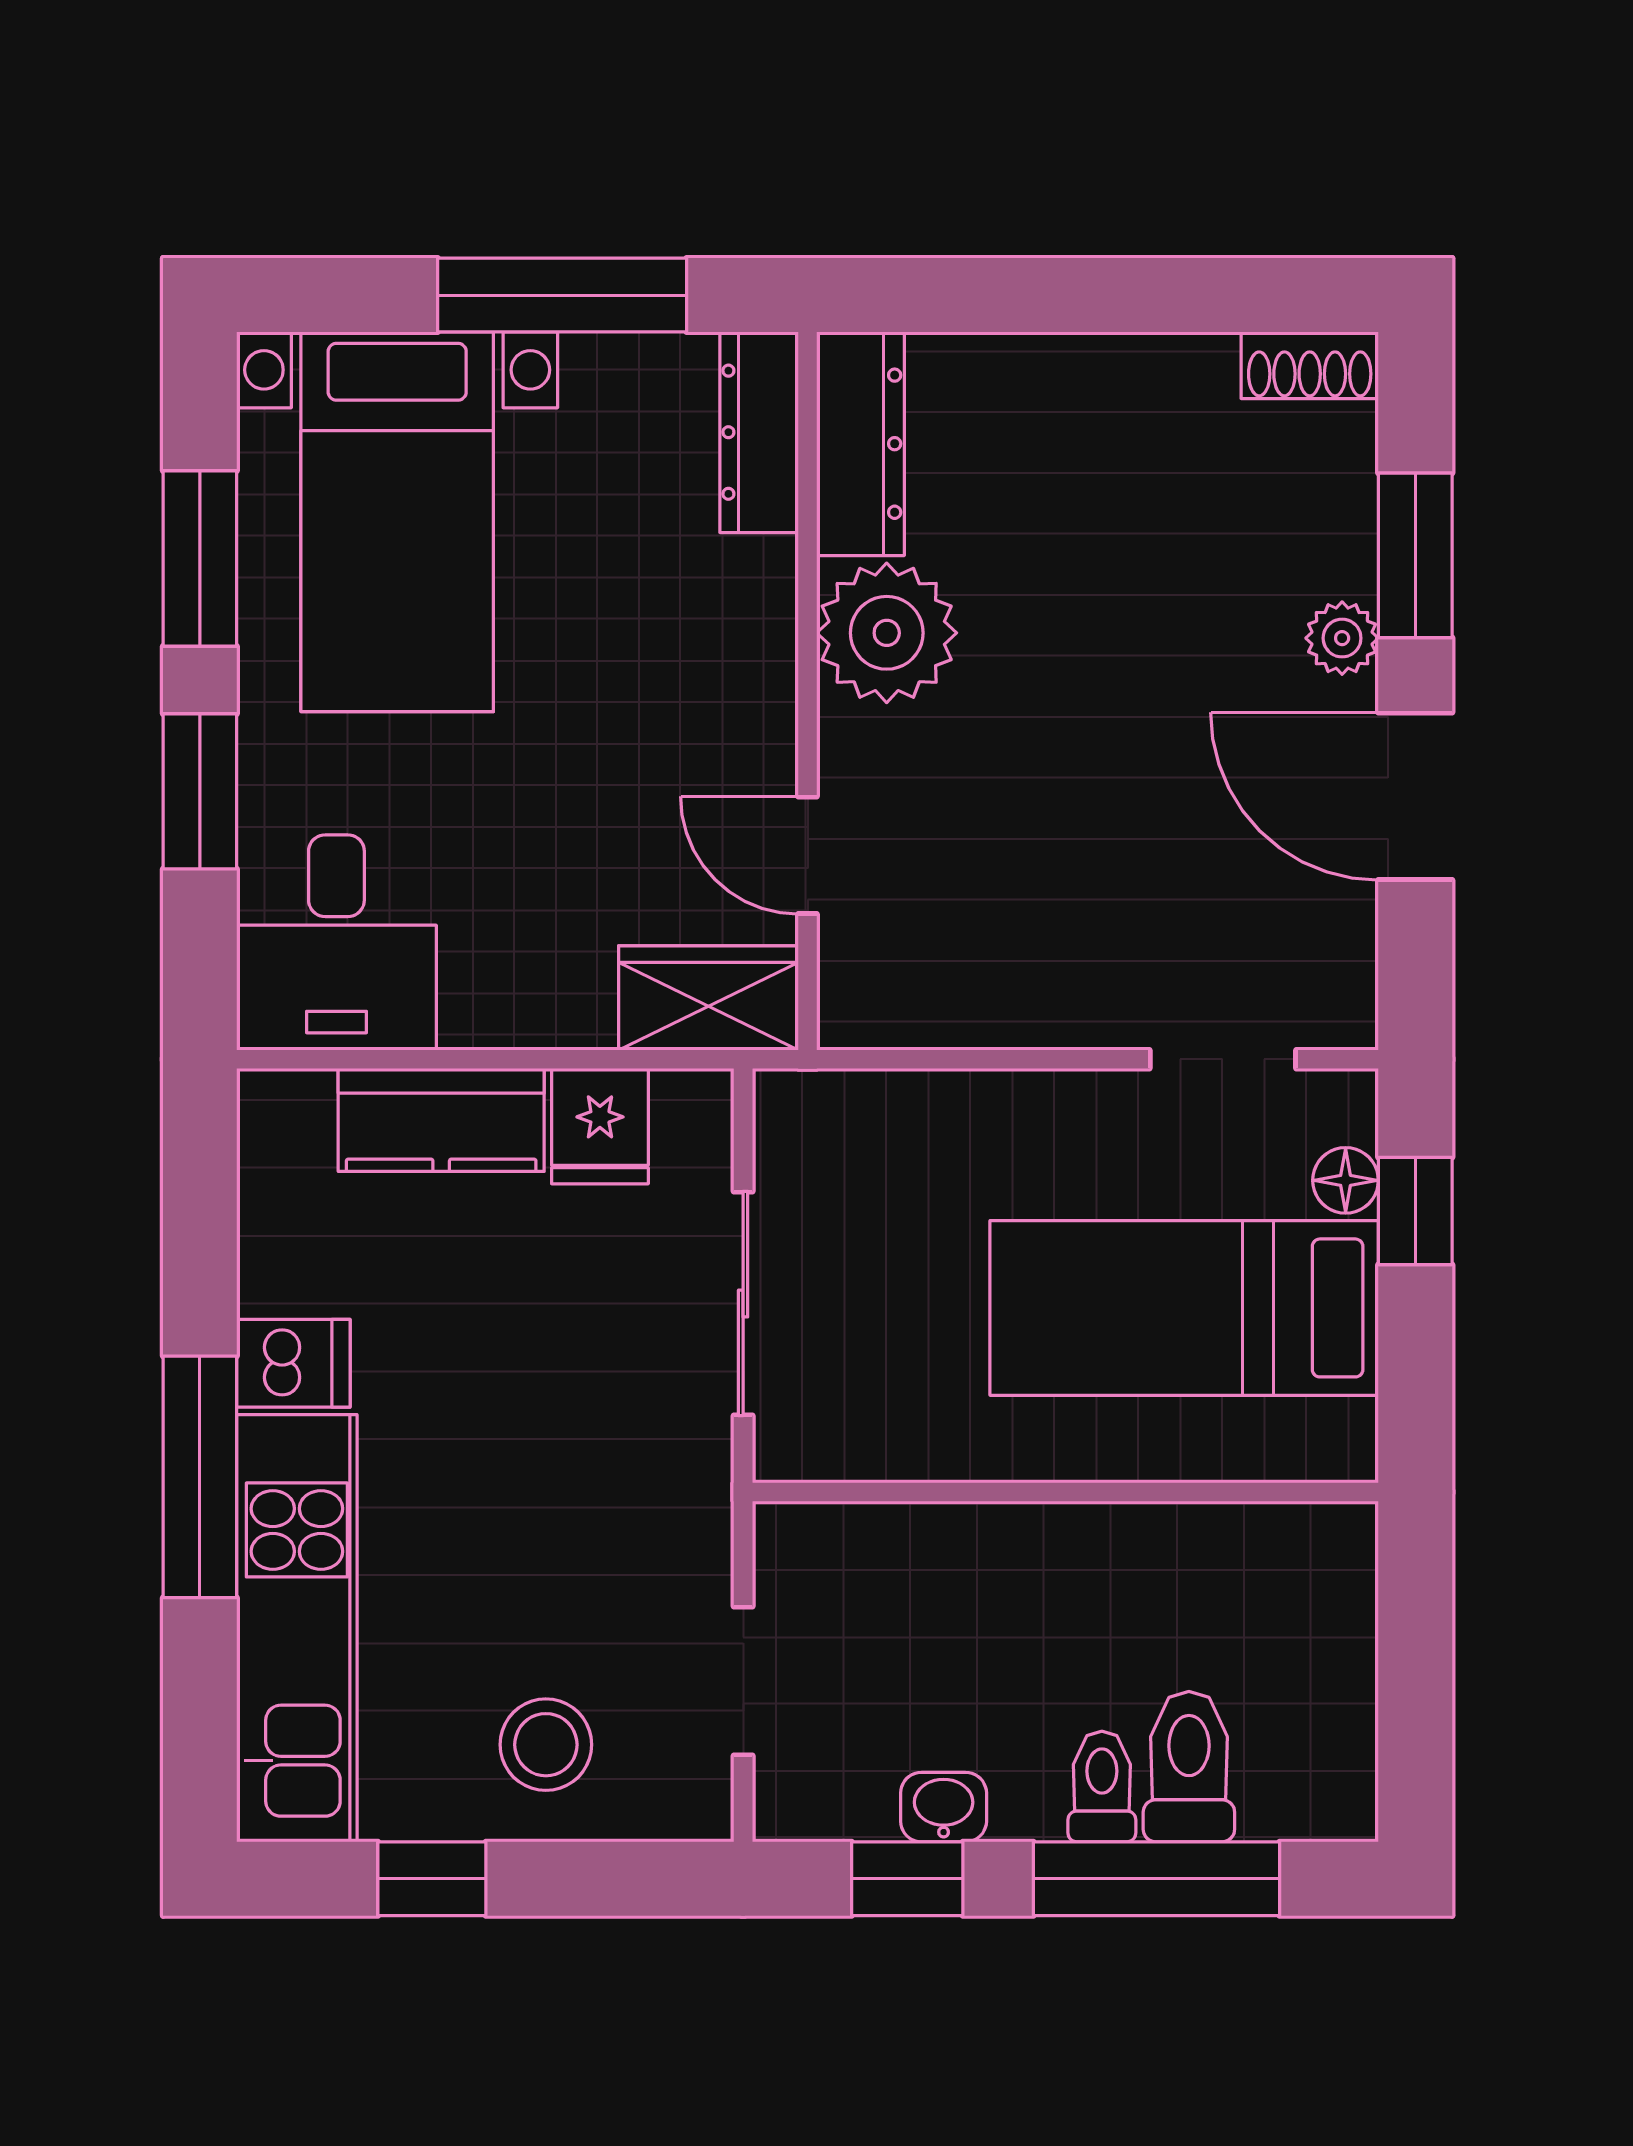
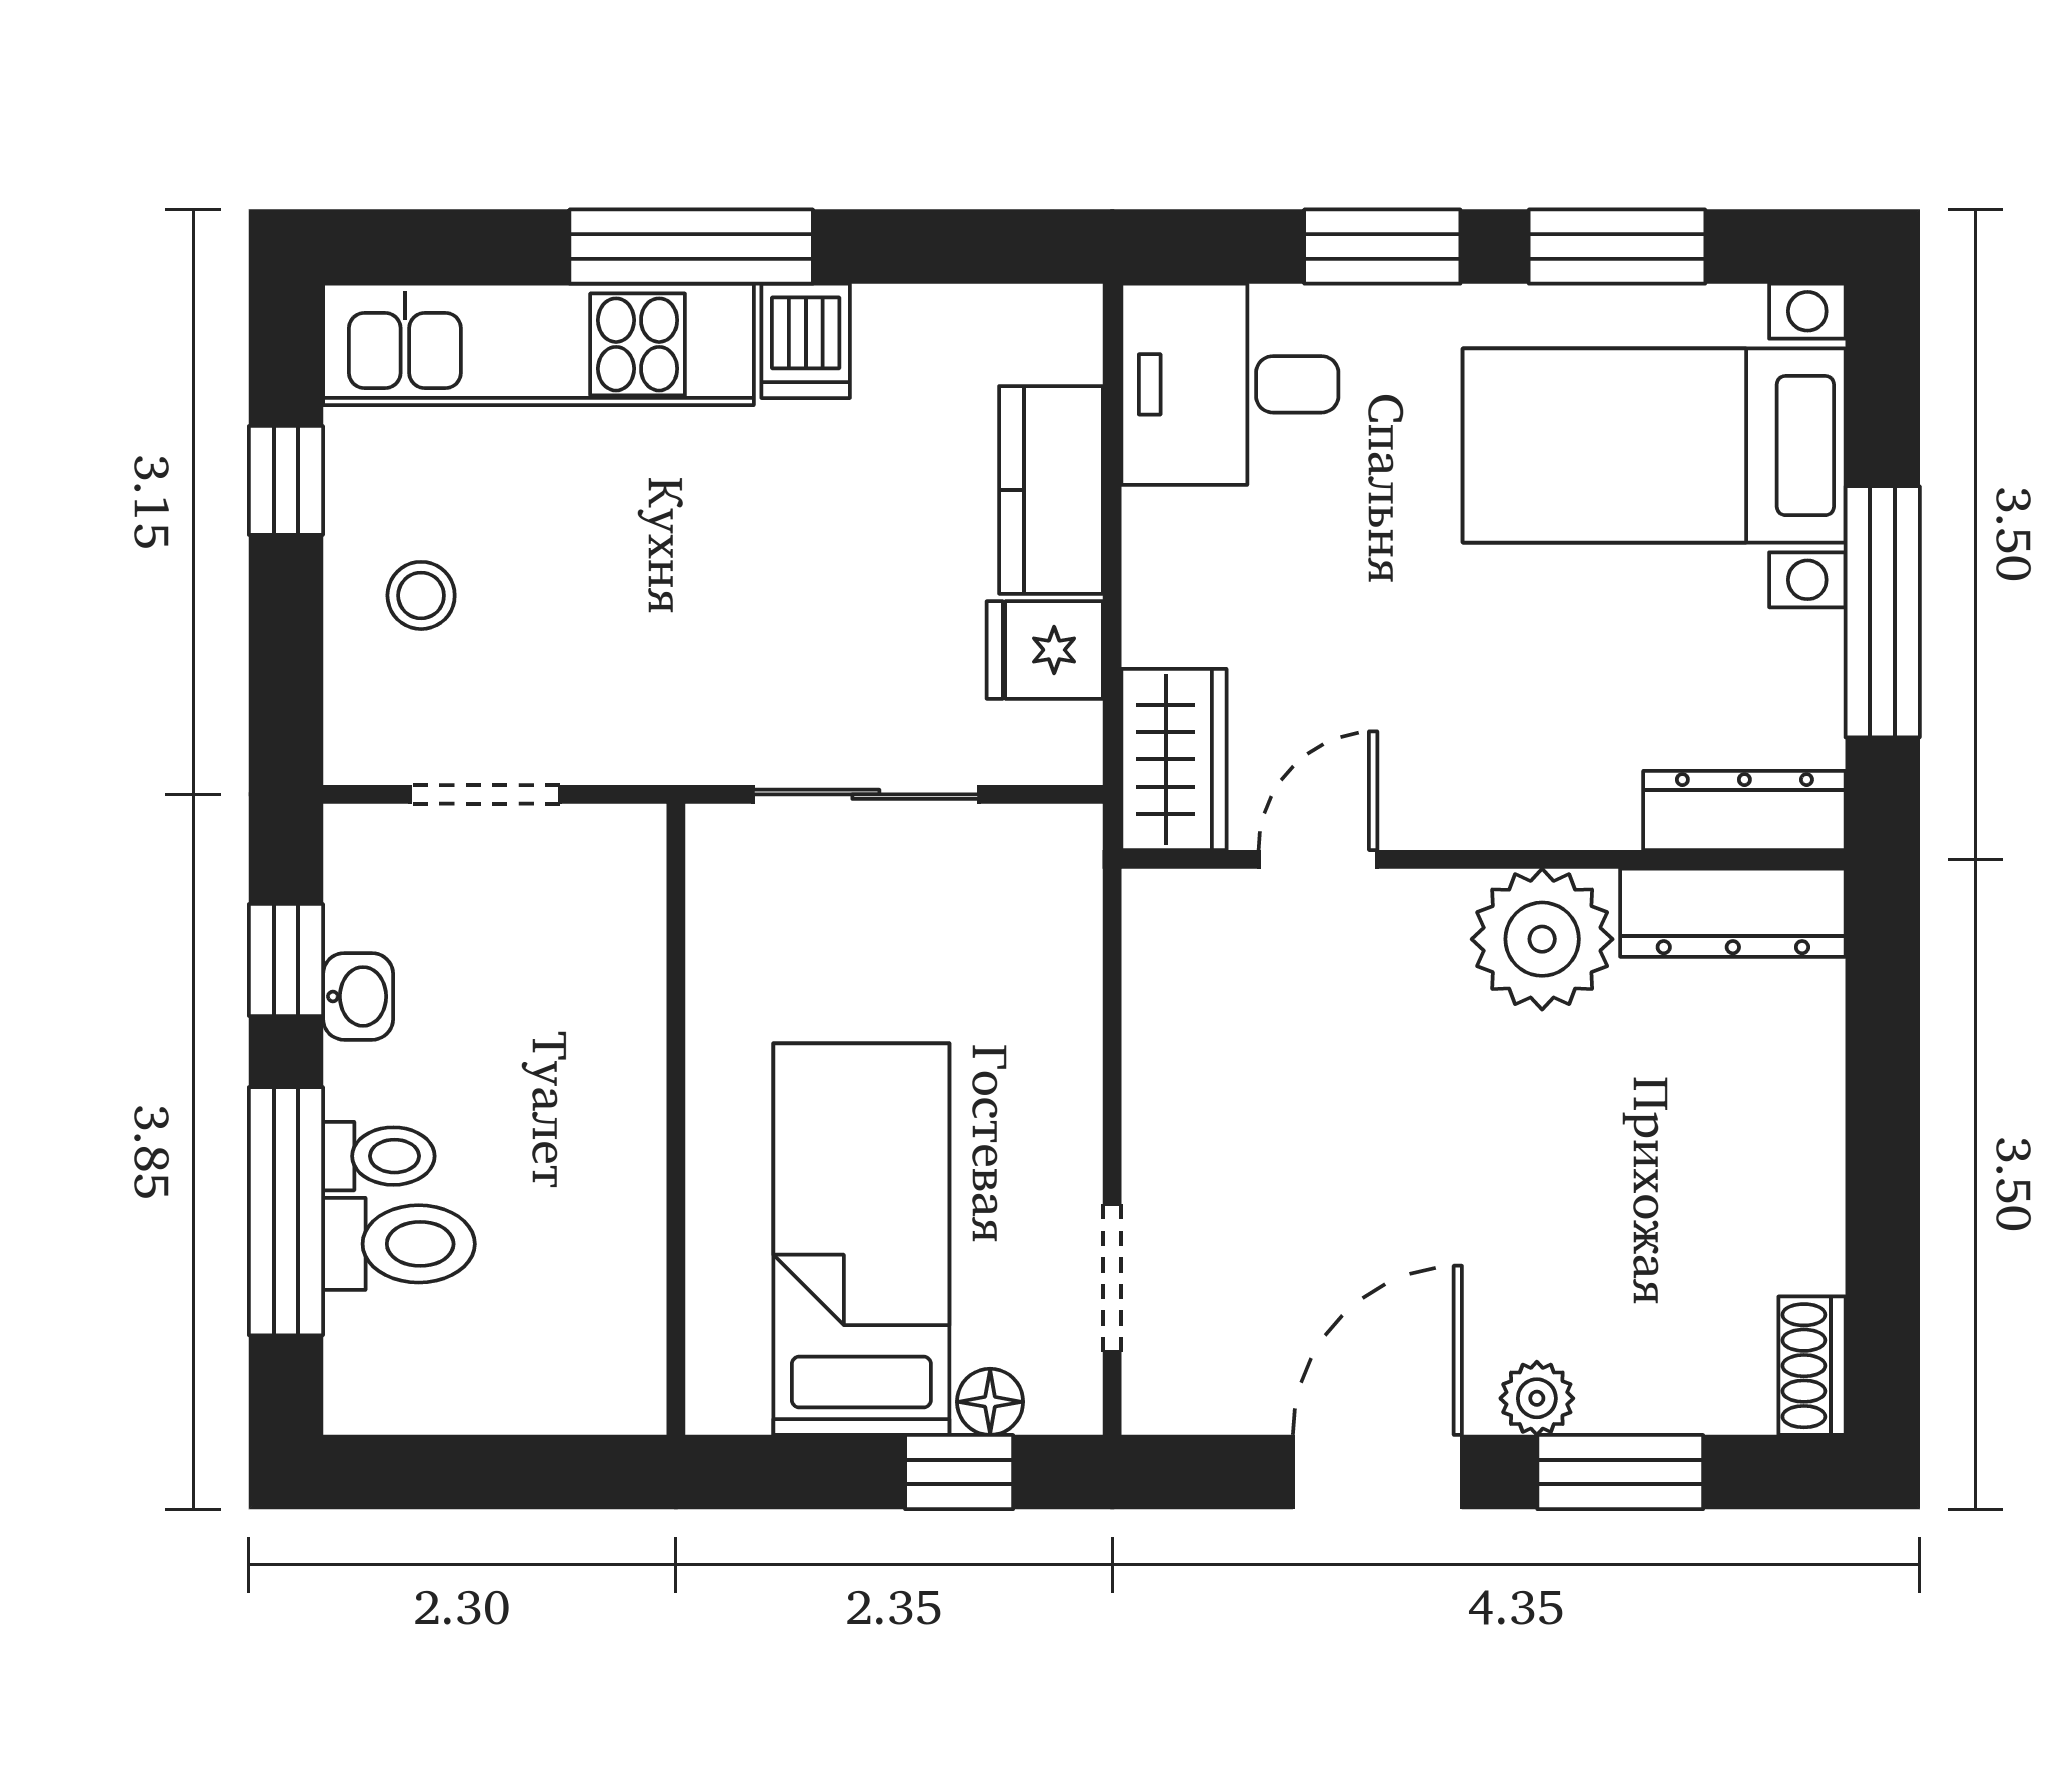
stool: (546, 1745) -> (421, 595), width x0.73, depth x0.73

